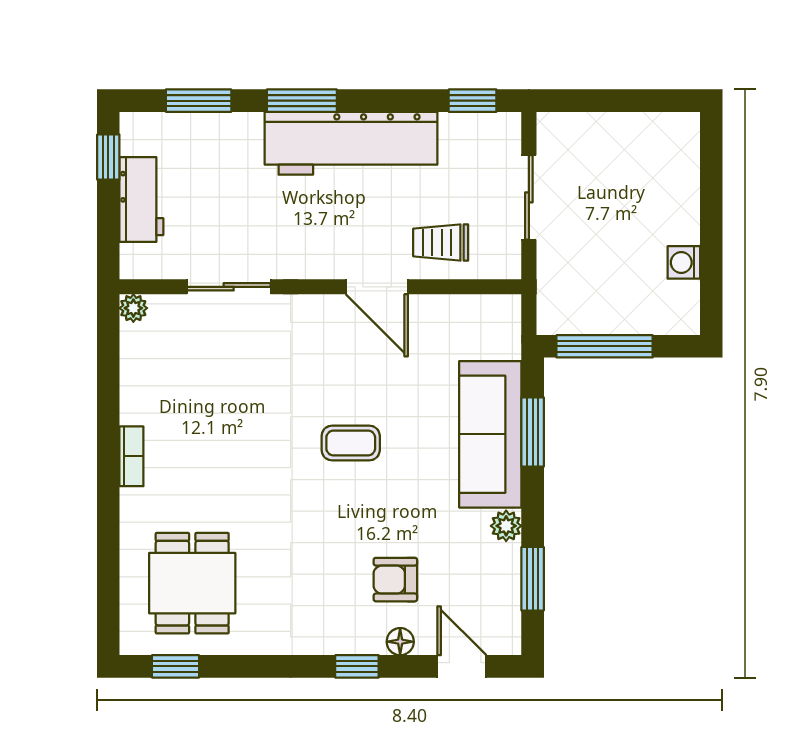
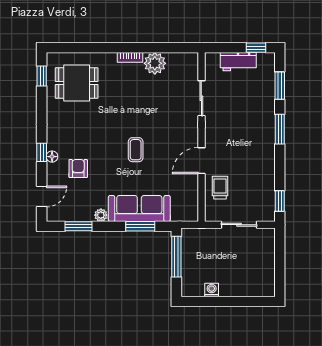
workbench: (351, 143) -> (262, 150), removed
plant: (133, 308) -> (155, 63), moved, width x1.88, depth x1.88
floor lamp: (400, 642) -> (52, 157), moved

